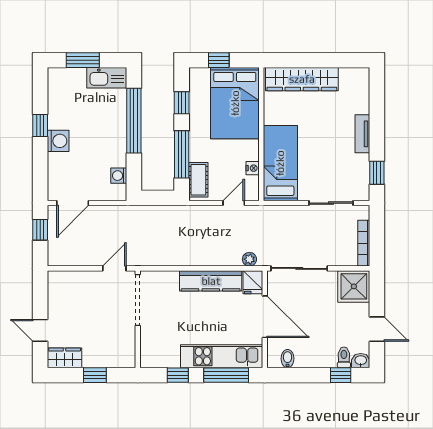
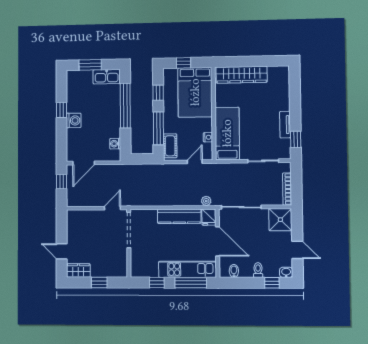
tv unit: (362, 134) -> (285, 125), moved
toilet: (344, 357) -> (258, 270), moved

